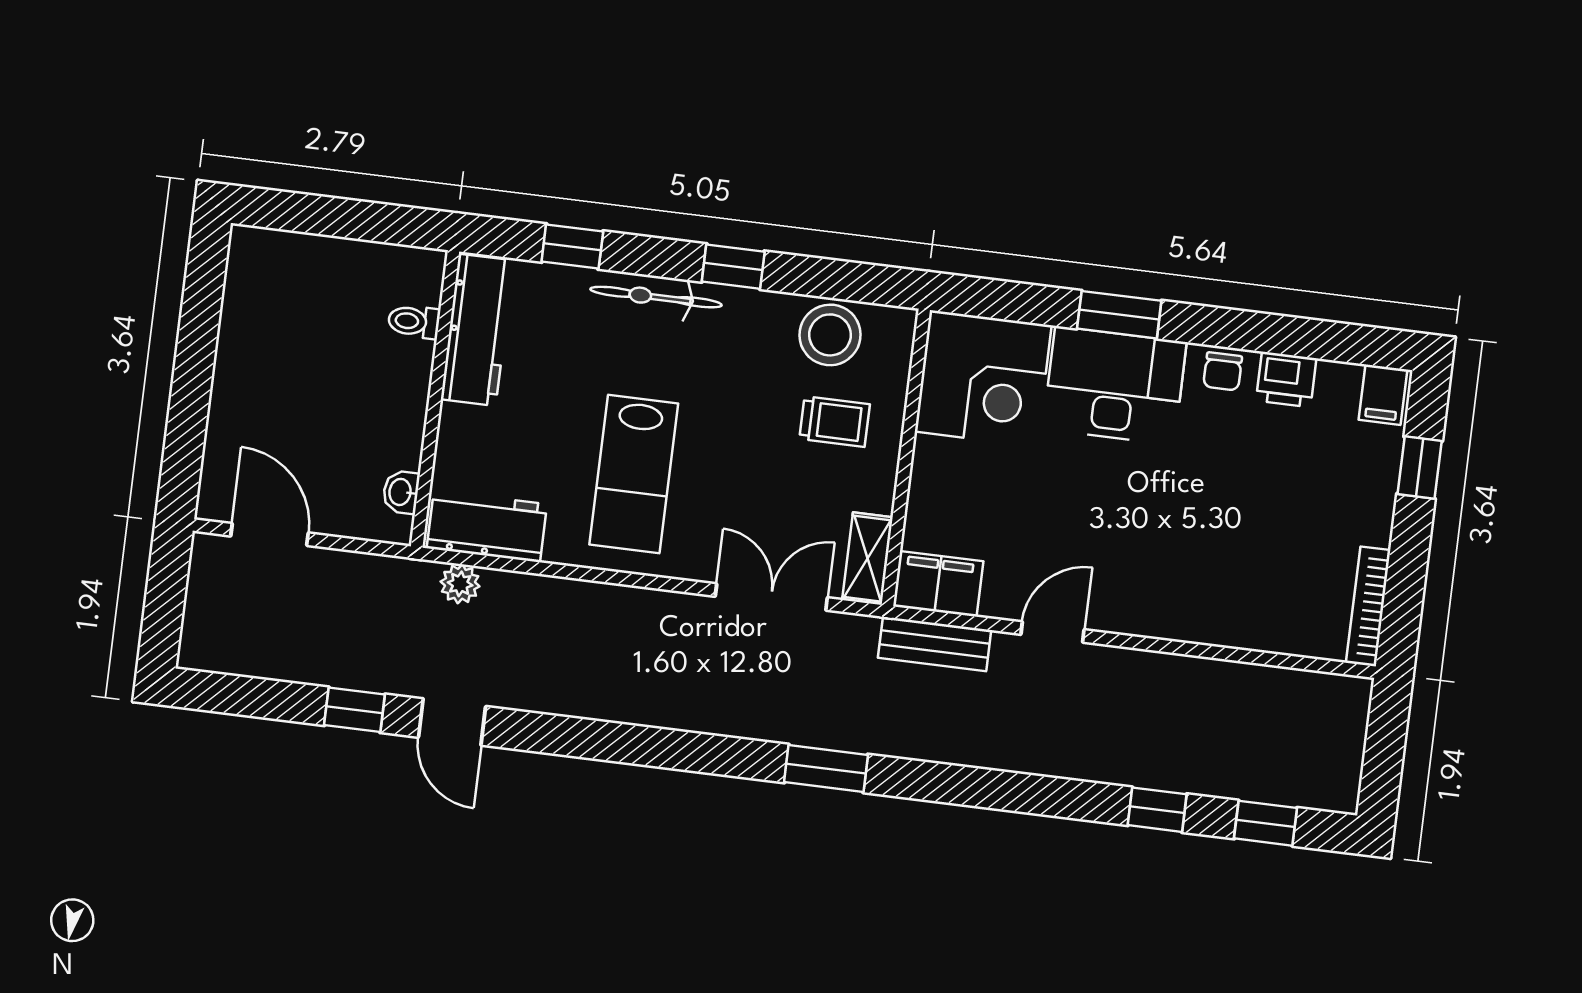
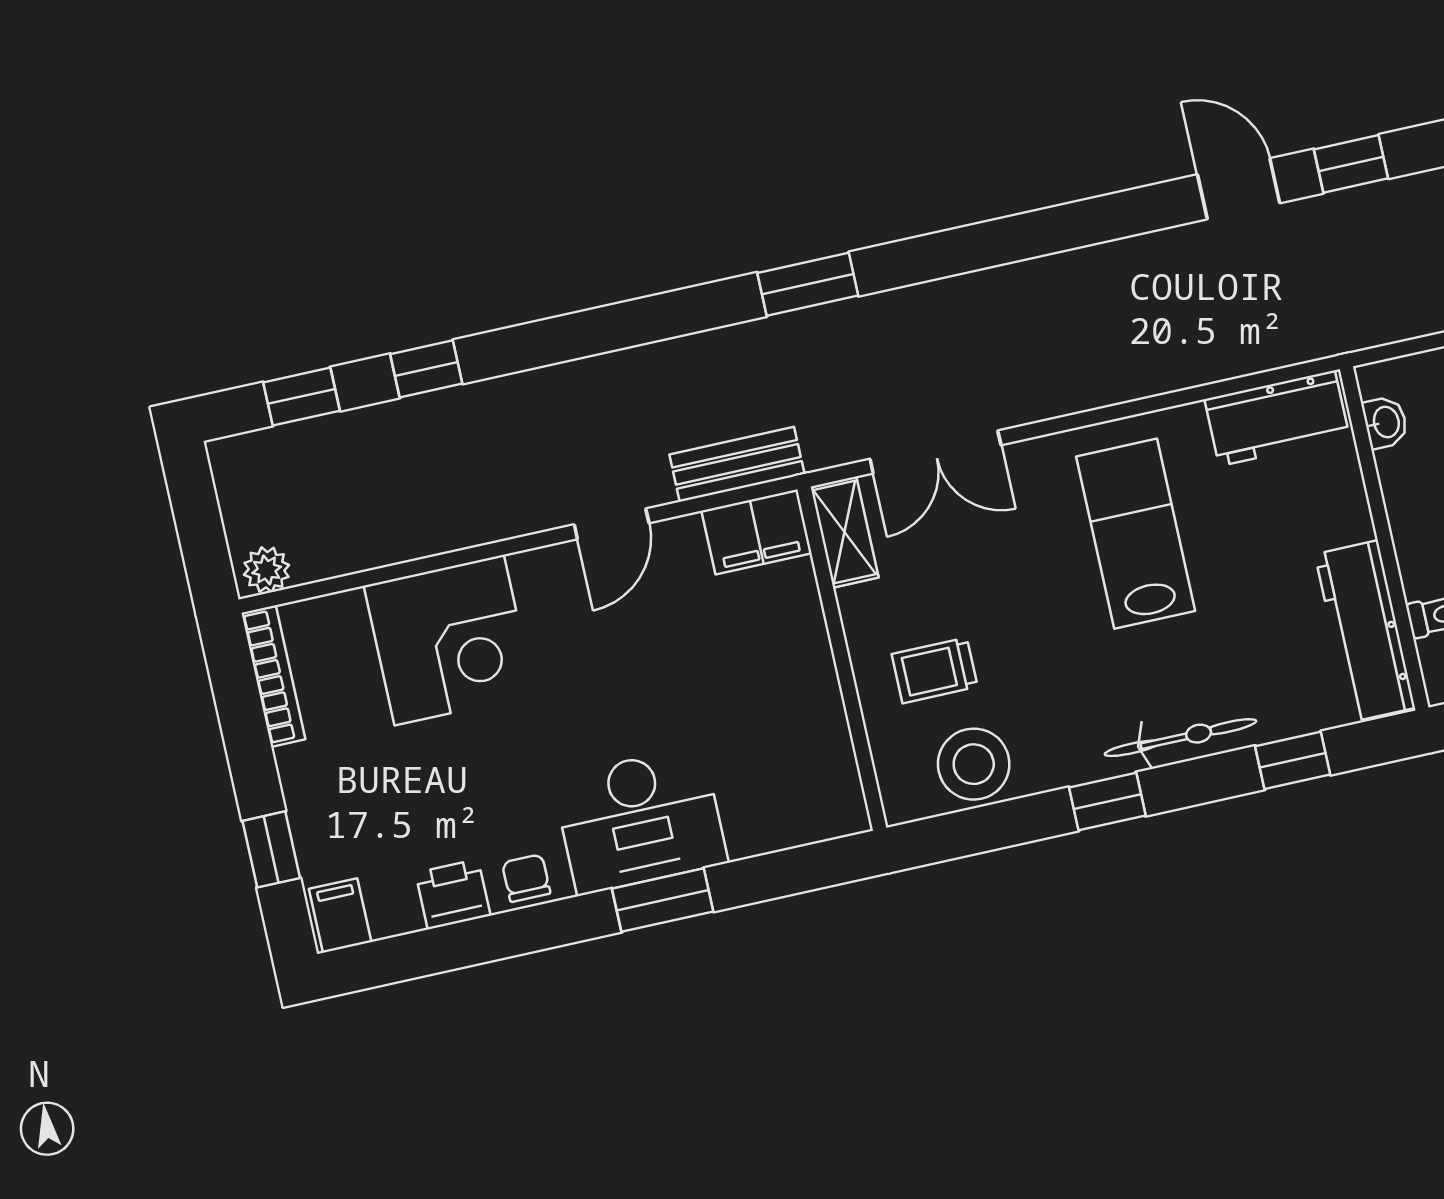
corner desk: (983, 378) -> (449, 640), moved, turned 180
plant: (460, 584) -> (267, 570), moved

